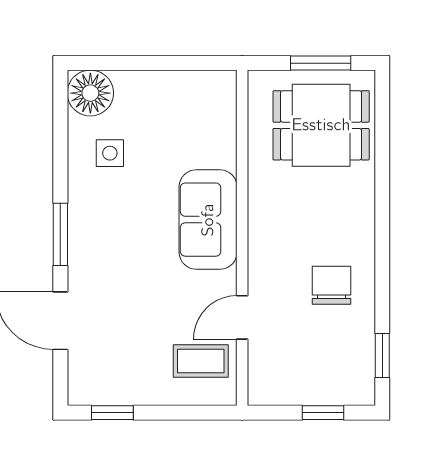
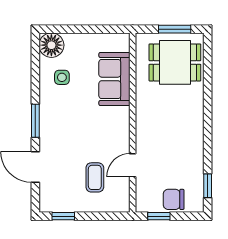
sofa: (208, 220) -> (114, 79), moved
chair: (332, 285) -> (174, 199), moved, turned -90
coffee table: (201, 361) -> (95, 177), moved, turned 90
window: (323, 413) -> (159, 216), moved

